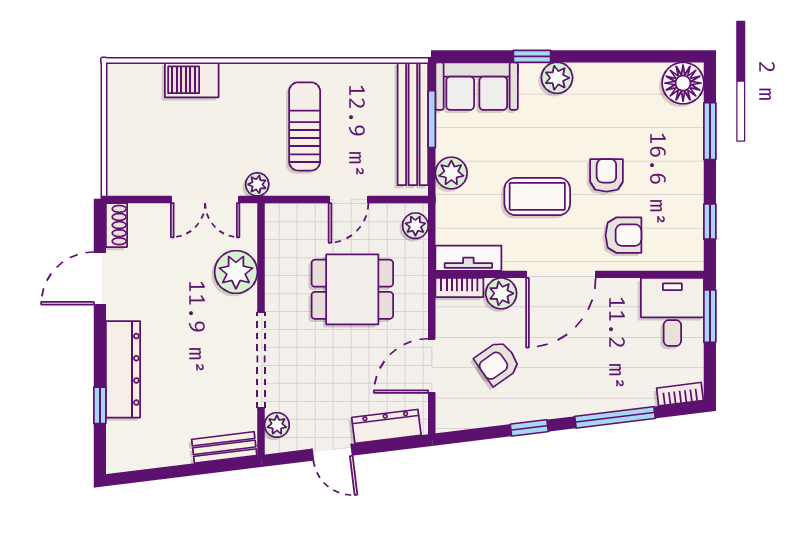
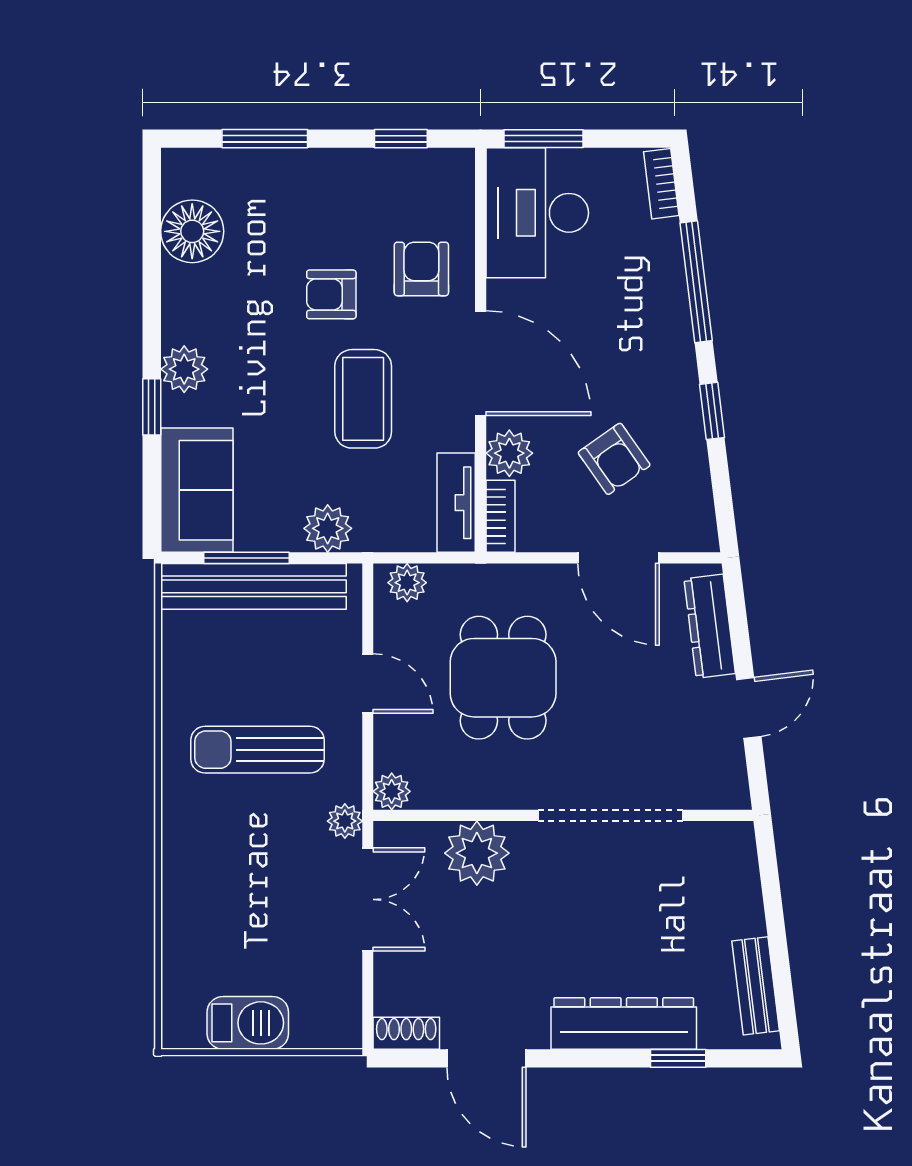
barbecue: (192, 80) -> (248, 1023), moved, turned -90
floor lamp: (683, 83) -> (192, 231), moved
desk: (672, 312) -> (537, 213), width x1.37
plant: (277, 425) -> (392, 791), moved
bench: (224, 447) -> (756, 986), moved

